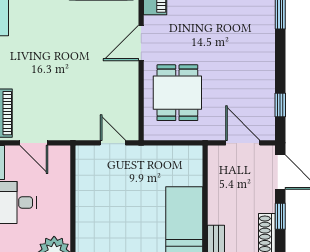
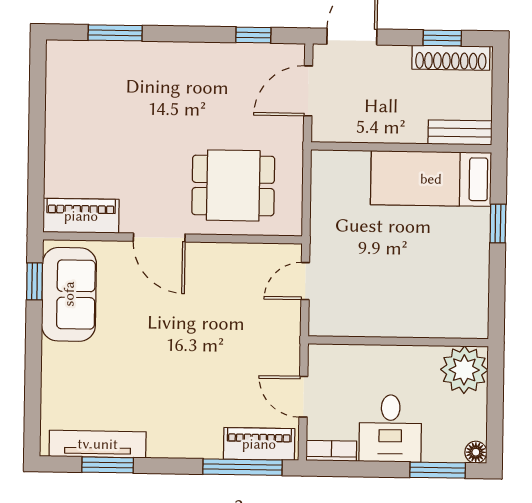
door: (34, 143) -> (303, 397), swing flipped
window: (280, 216) -> (442, 38), moved

